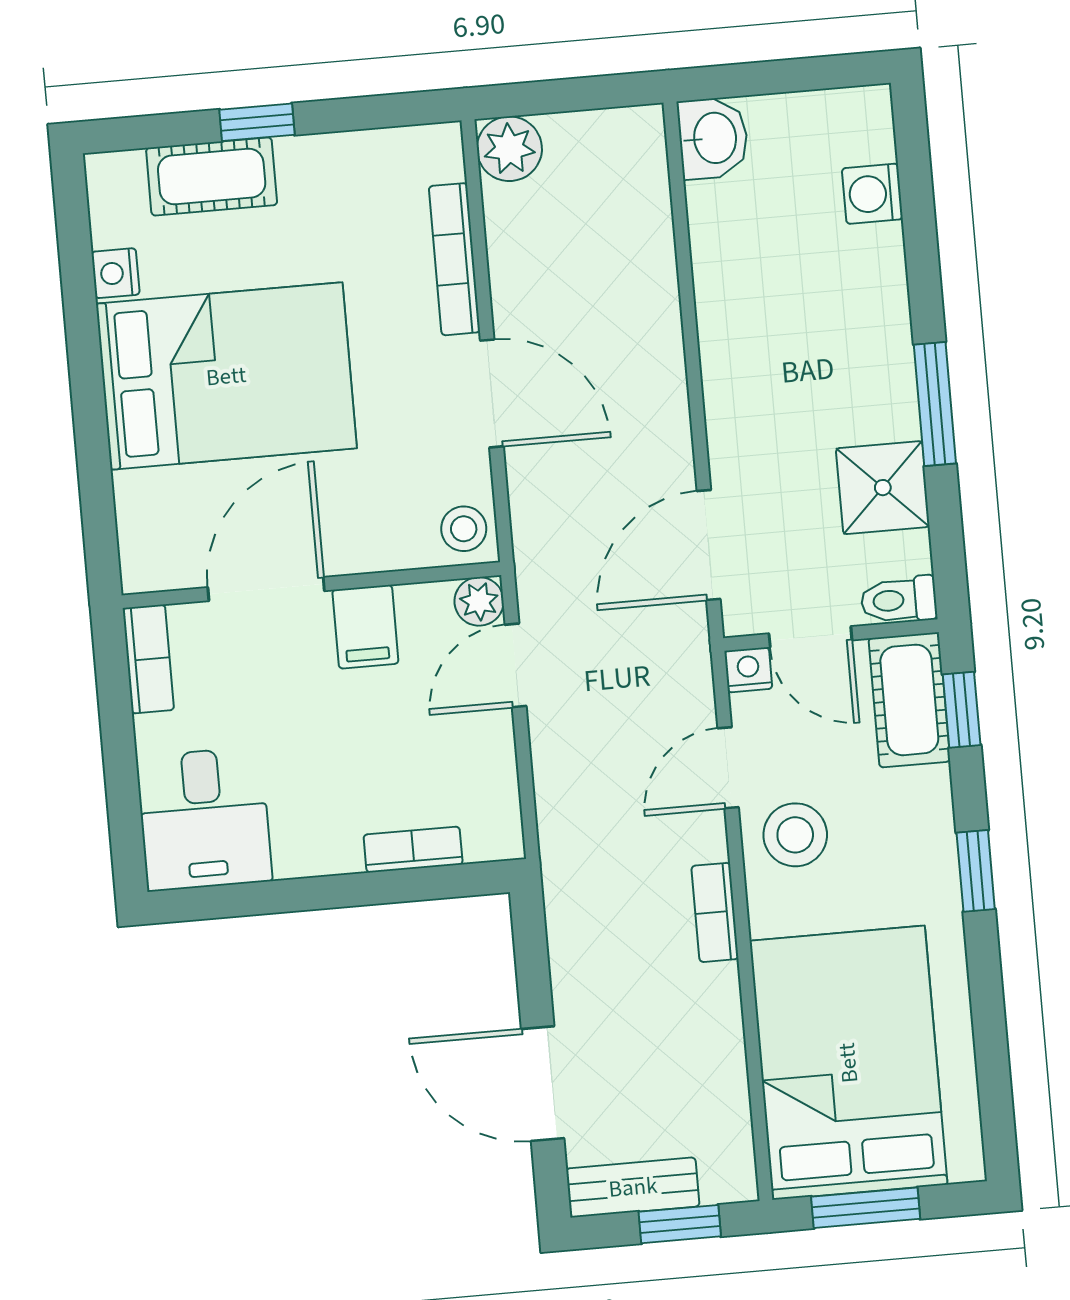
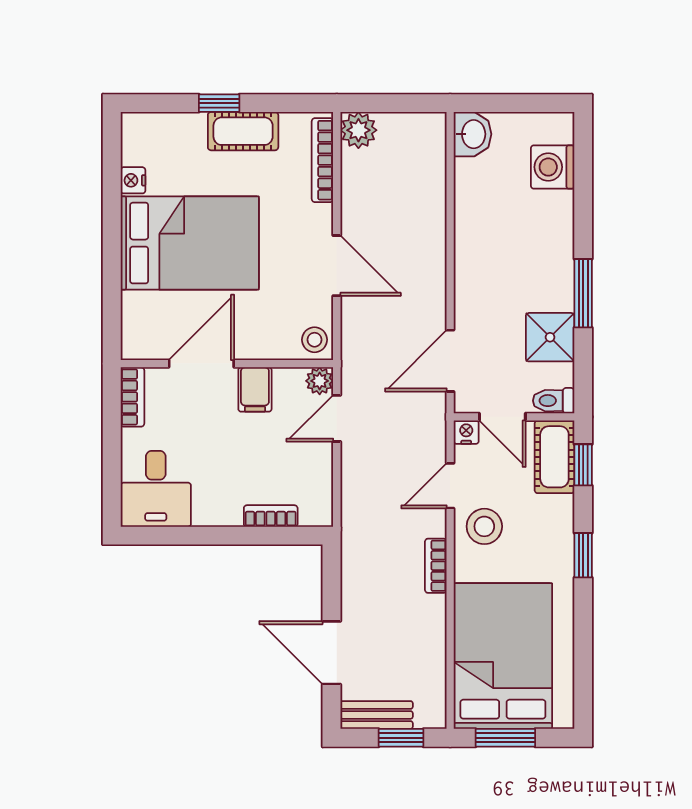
cot: (212, 177) -> (243, 131), moved
washing machine: (872, 194) -> (553, 167), width x1.38, depth x1.38
bookcase: (454, 259) -> (322, 160), moved

